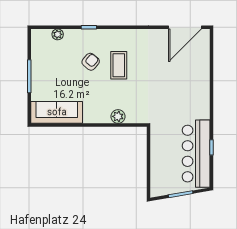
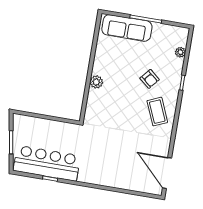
coffee table: (119, 65) -> (157, 112), moved, turned 67
sofa: (57, 112) -> (127, 28), moved, turned 90
plant: (118, 116) -> (96, 82), moved

